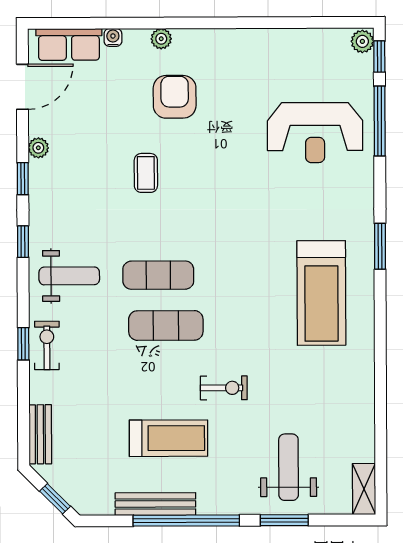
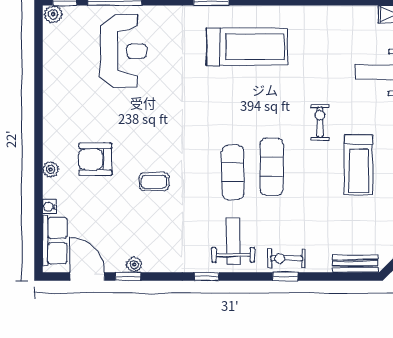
window: (23, 179) -> (128, 277), moved
treadmill: (168, 438) -> (359, 165), turned 180

